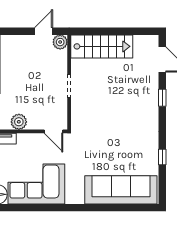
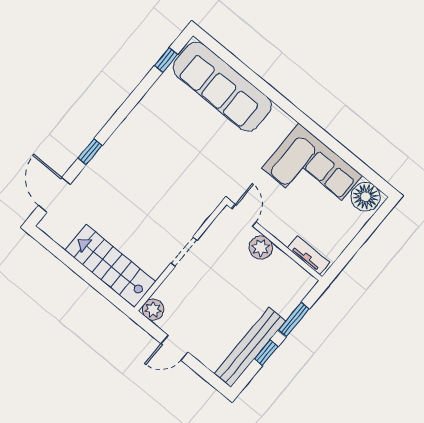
door: (44, 31) -> (175, 348), moved
plant: (19, 122) -> (261, 248), moved
window: (162, 157) -> (166, 60), moved

